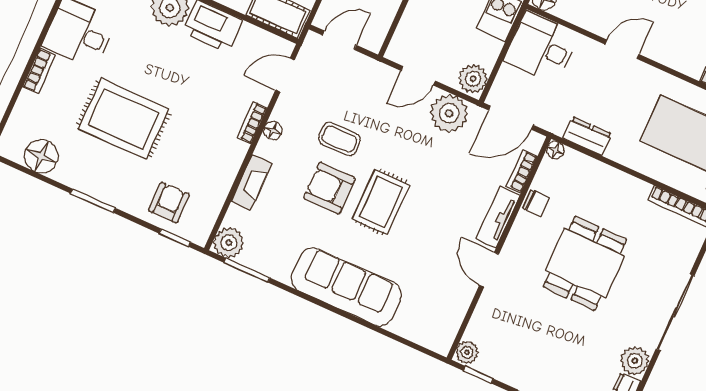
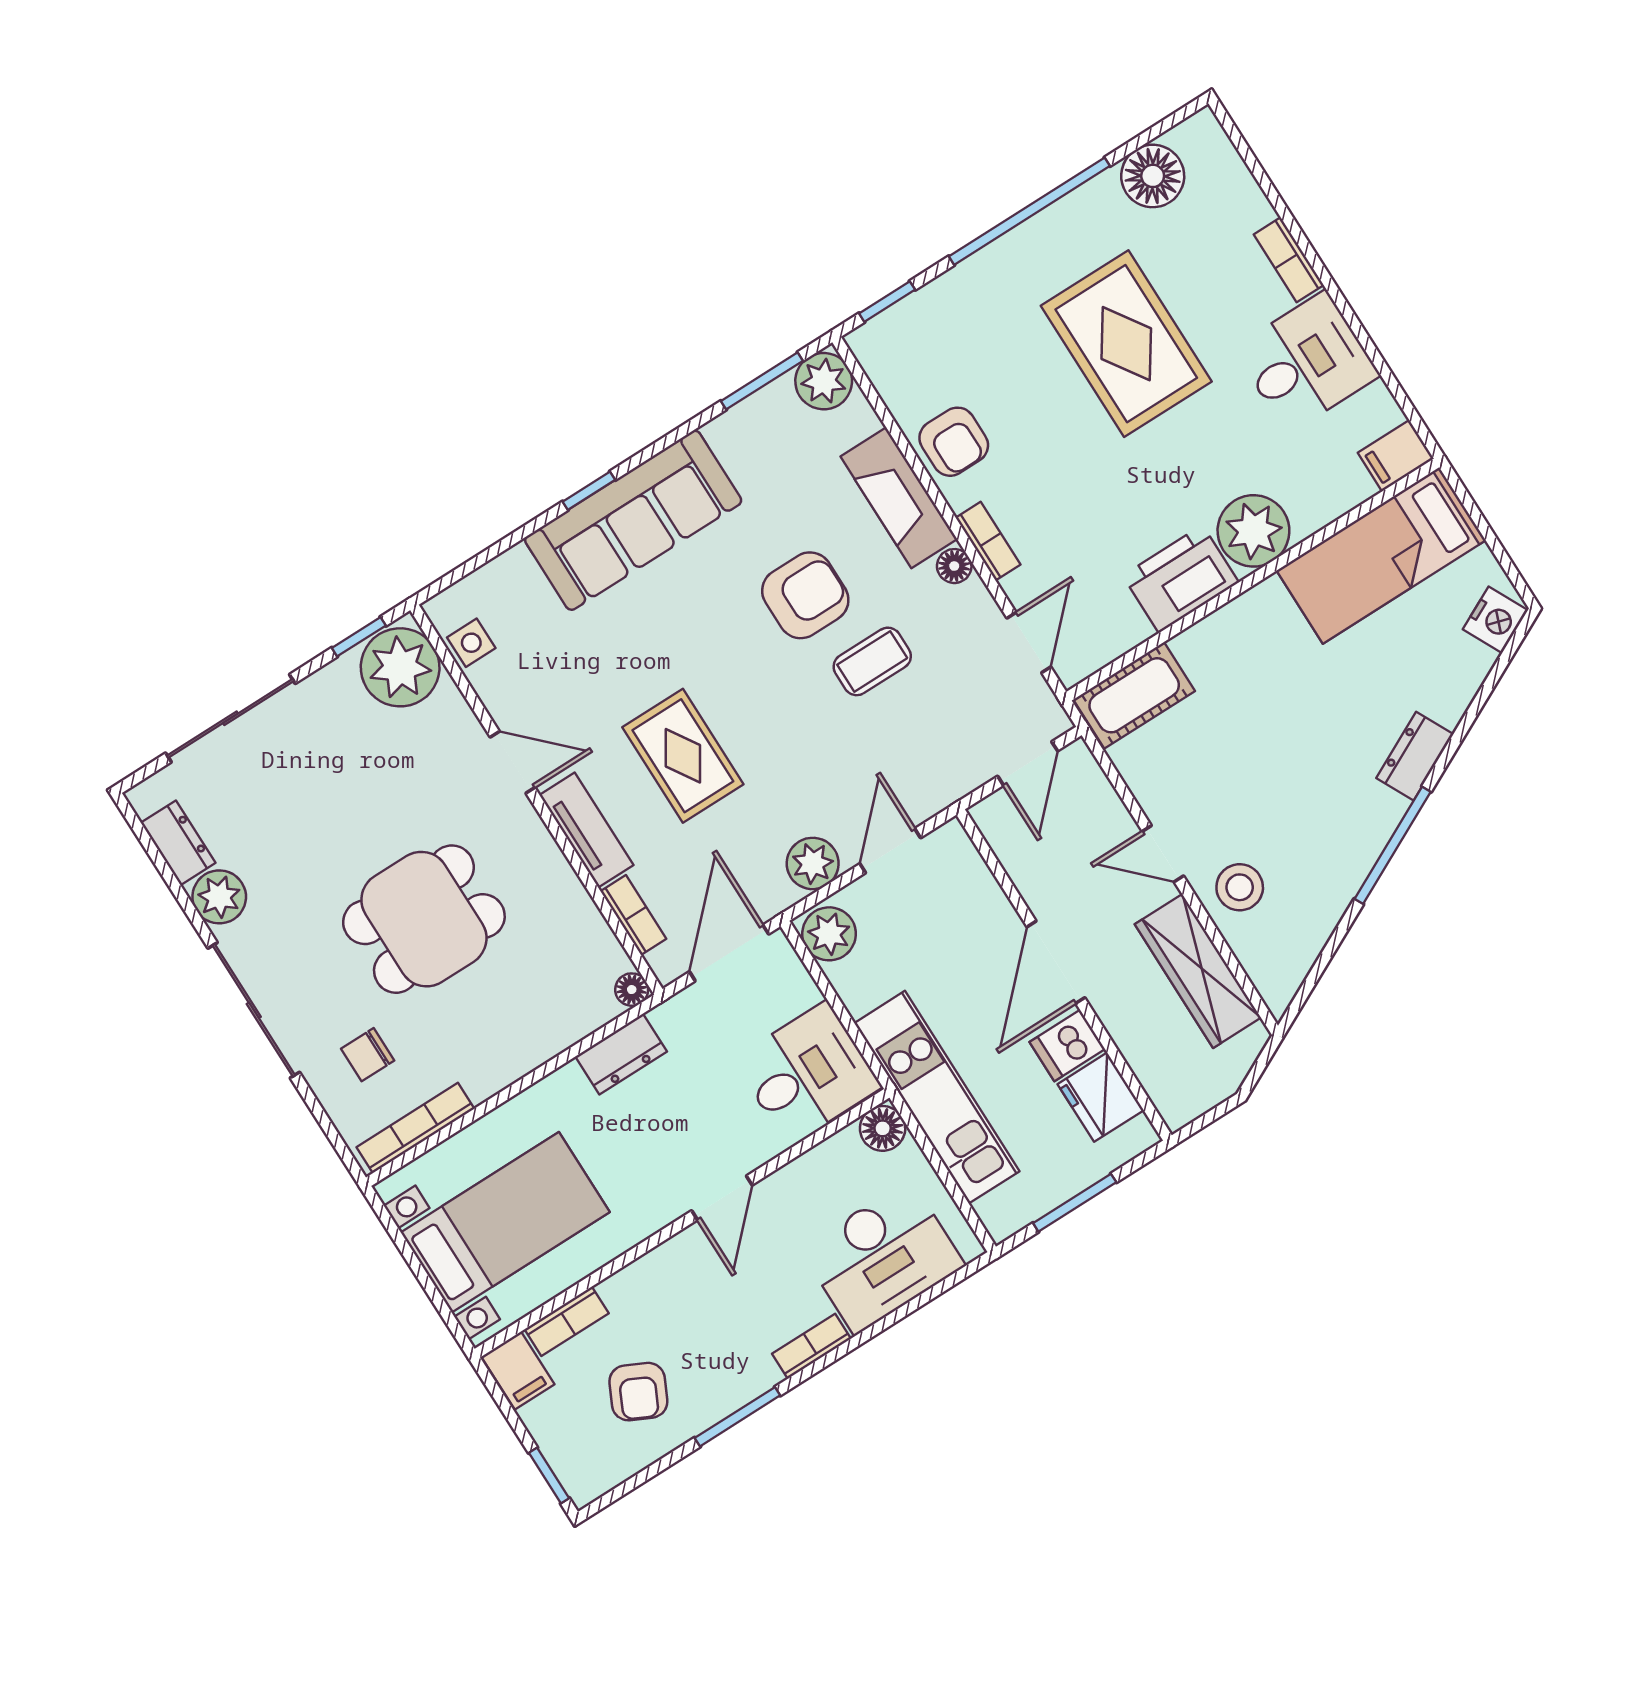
plant: (449, 113) -> (813, 863), width x0.73, depth x0.73
rug: (124, 119) -> (1126, 344), turned 90
fireplace: (252, 182) -> (899, 498), width x1.37, depth x1.32
window: (93, 201) -> (1029, 211), width x2.11
rug: (381, 202) -> (683, 756), moved
armchair: (169, 203) -> (954, 442), moved
chair: (536, 203) -> (368, 1055), moved
dining table: (585, 263) -> (424, 919), turned 90
window: (346, 315) -> (589, 491), added
side table: (448, 323) -> (471, 643), added
plant: (467, 352) -> (400, 667), width x1.88, depth x1.88

